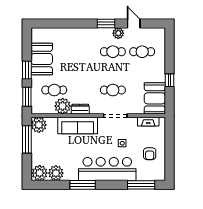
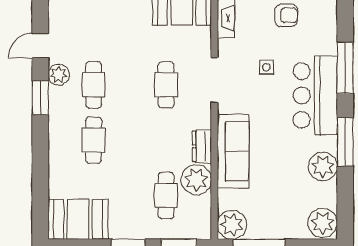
cafe table: (142, 52) -> (94, 140), moved
booth: (42, 59) -> (78, 219), moved
bar counter: (107, 169) -> (315, 95), width x0.73
plant: (56, 173) -> (323, 166), moved
window: (141, 185) -> (345, 68), moved

